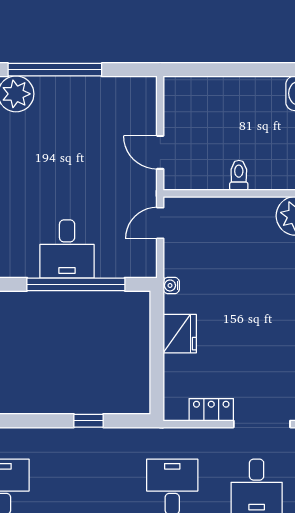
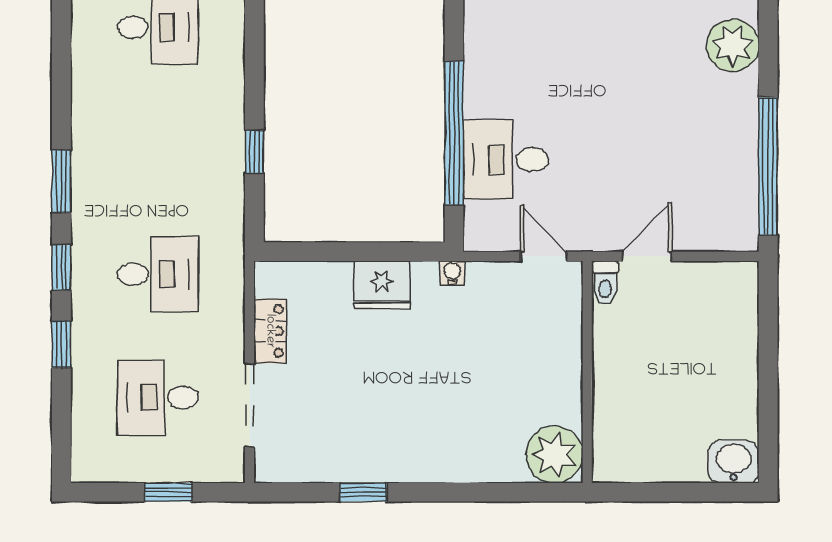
window: (55, 70) -> (768, 166), moved
toilet: (239, 175) -> (605, 283), moved, turned 90
desk: (67, 249) -> (506, 160), moved

